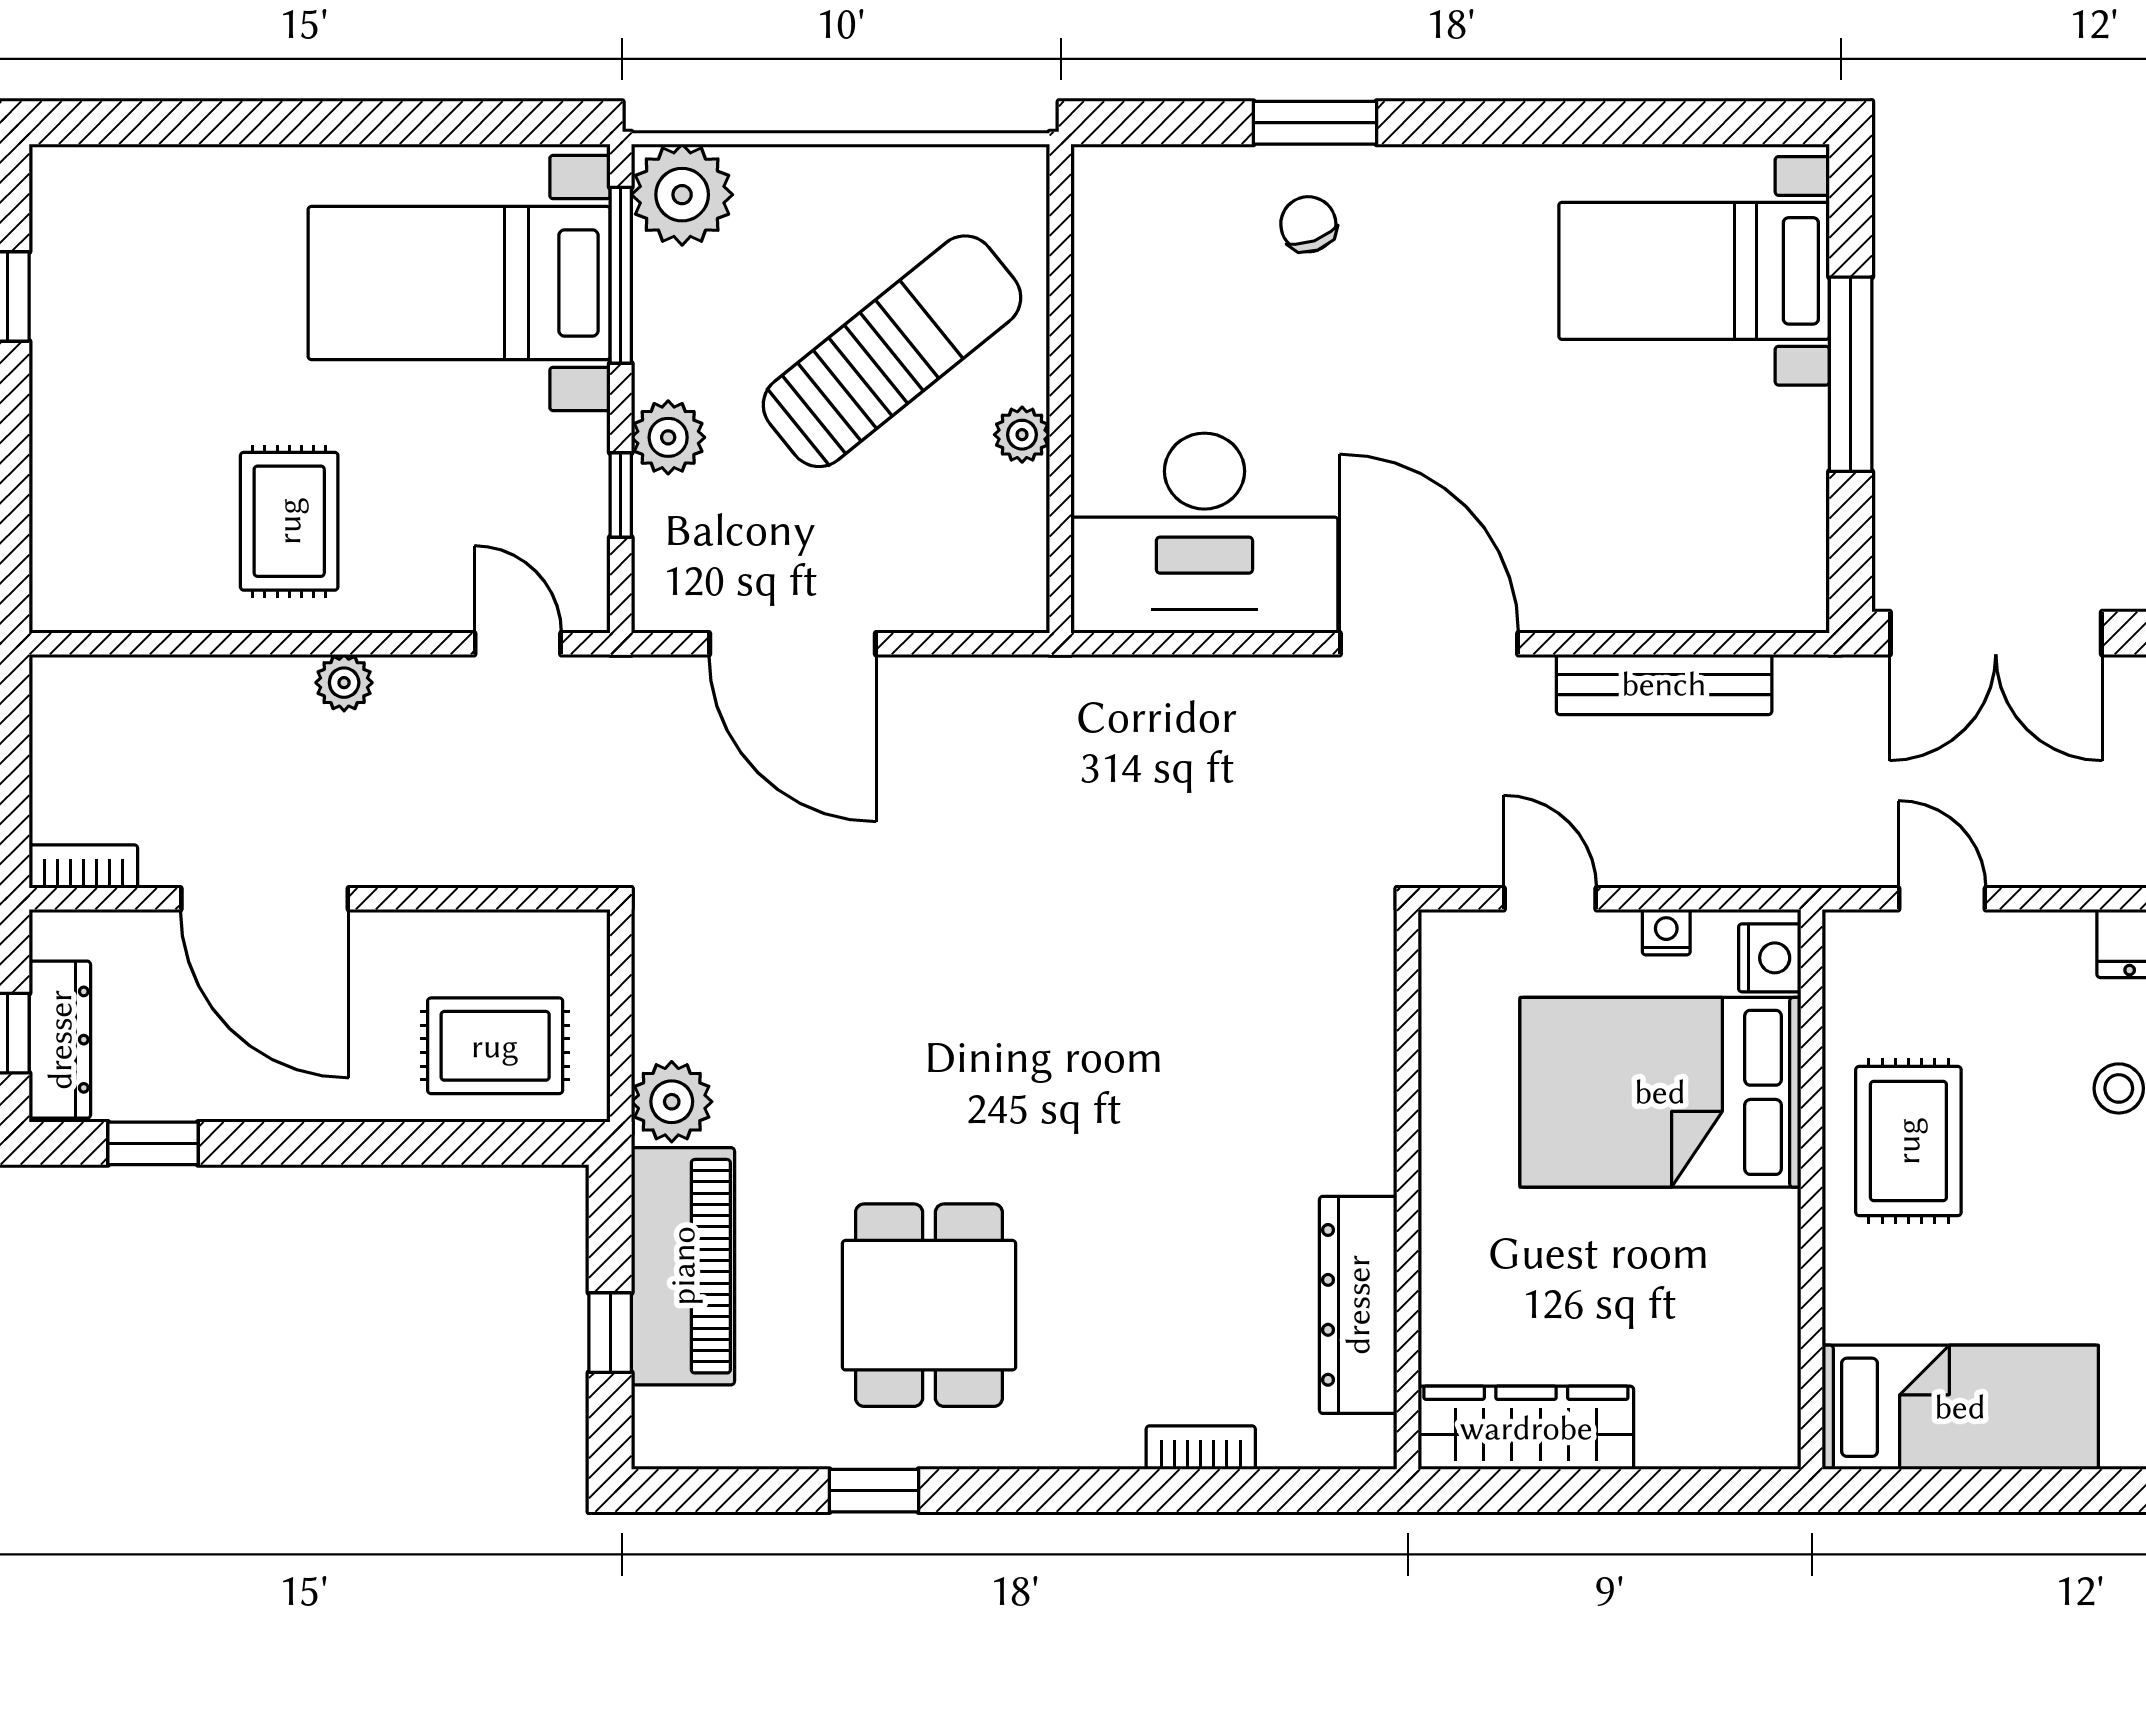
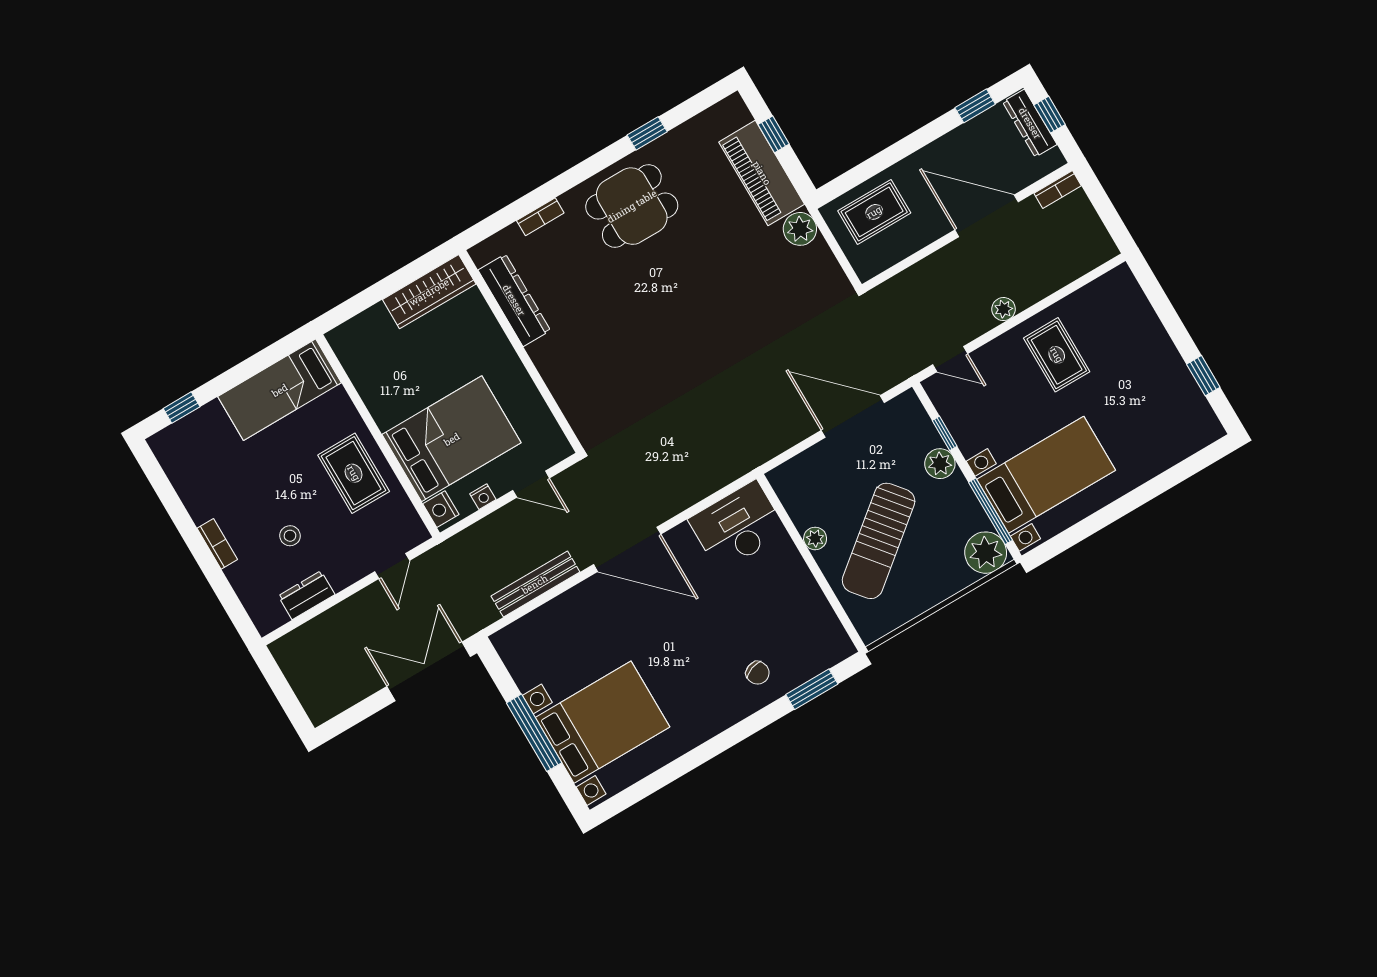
window: (1315, 123) -> (812, 689), moved
bed with nightstands: (1694, 271) -> (603, 722), width x1.36
desk: (1204, 533) -> (738, 526), width x0.73, depth x0.77
door: (1942, 899) -> (392, 566), hinge flipped
dining table: (929, 1305) -> (632, 206), moved, turned 90

